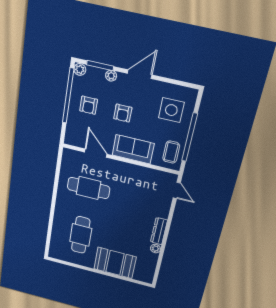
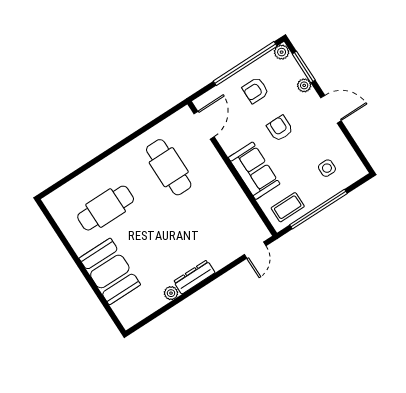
side table: (171, 110) -> (327, 168), width x0.54, depth x0.54
armchair: (123, 113) -> (280, 128), turned 90
door: (96, 153) -> (204, 125), moved

